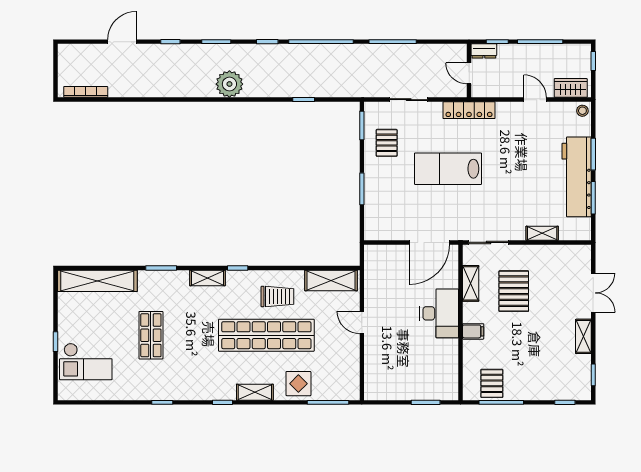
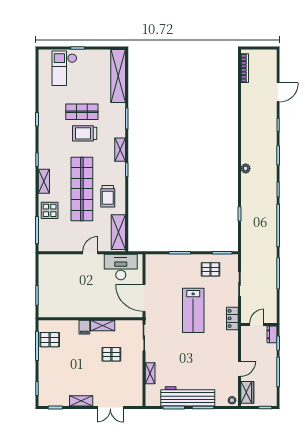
door: (122, 42) -> (278, 92), hinge flipped
plant: (229, 84) -> (246, 168), width x0.53, depth x0.53
locker: (469, 110) -> (232, 318), width x0.66
lab bench: (448, 169) -> (193, 310), turned 180
shelving: (471, 283) -> (103, 325), moved
pallet: (514, 291) -> (111, 354), width x0.67, depth x0.71
desk: (439, 313) -> (121, 267), moved, turned 180
trolley: (183, 331) -> (85, 133), added

